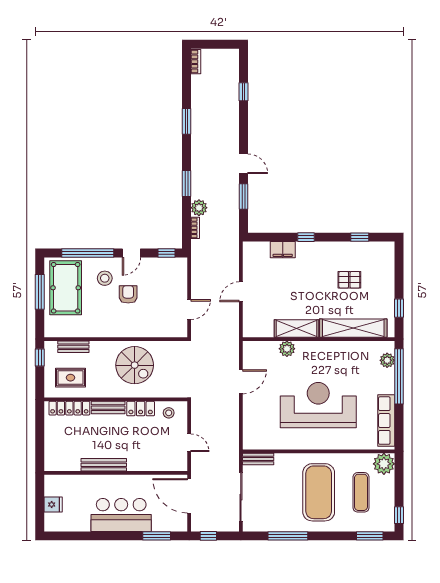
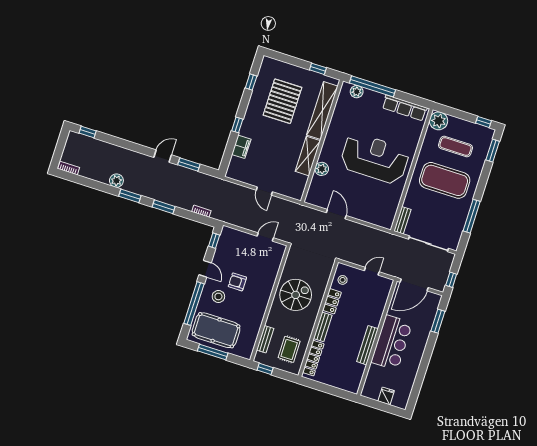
window: (244, 92) -> (88, 132), moved
window: (187, 121) -> (130, 196), moved
plant: (199, 208) -> (116, 181), moved
pallet: (349, 280) -> (282, 101), width x2.05, depth x2.00
door: (189, 310) -> (265, 237), hinge flipped
reception desk: (318, 405) -> (375, 158), turned 90
bar counter: (121, 515) -> (392, 343), moved, turned 180

